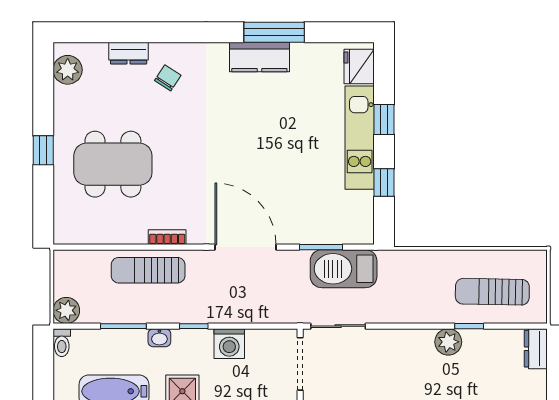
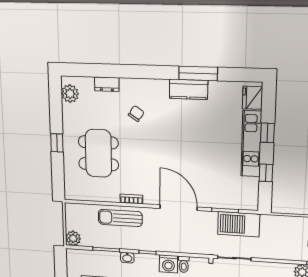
chair: (168, 78) -> (136, 114), moved
dining table: (113, 164) -> (98, 153), turned 90
toilet: (62, 343) -> (184, 264), moved

